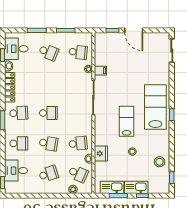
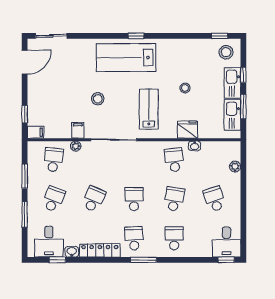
door: (134, 30) -> (25, 62), moved
filing cabinet: (99, 39) -> (36, 132), added
stool: (124, 86) -> (98, 99), added
lab bench: (127, 121) -> (149, 109), moved, turned 90
stool: (160, 162) -> (226, 52), moved
desk: (16, 171) -> (227, 242), moved
school desk: (78, 174) -> (94, 199), moved

